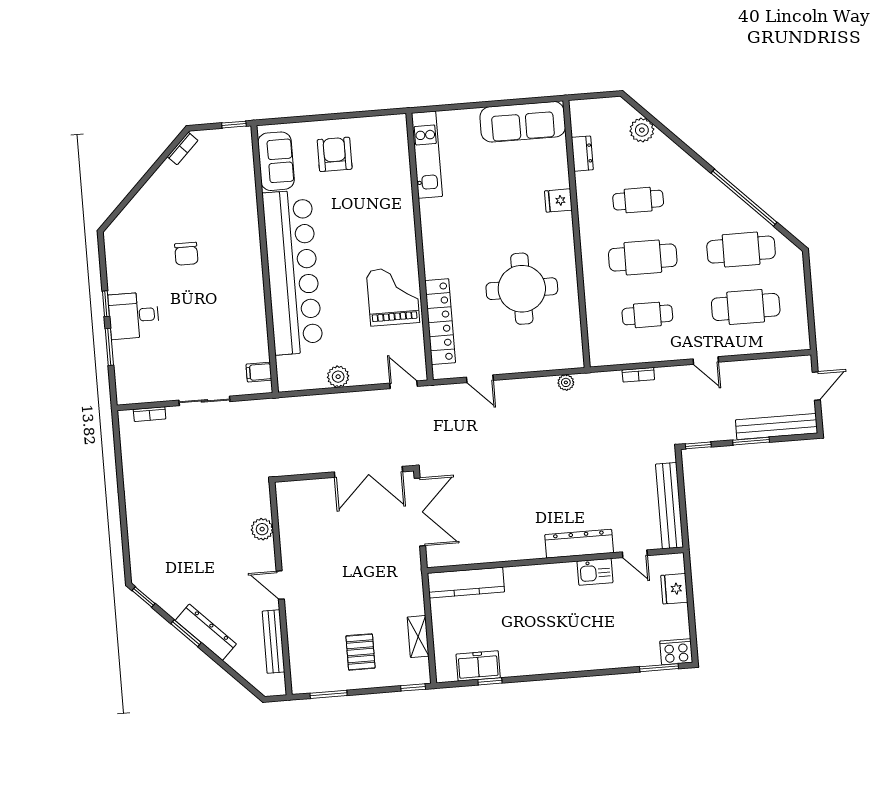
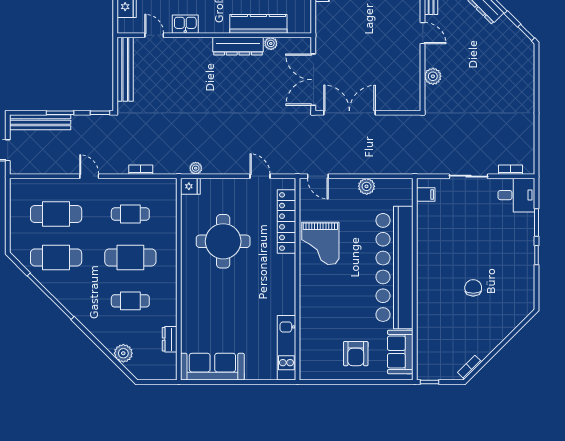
fridge: (558, 201) -> (190, 186), moved
desk: (134, 315) -> (516, 195), moved
dresser: (579, 544) -> (238, 46), moved
plant: (480, 555) -> (271, 43), added
kitchen counter: (466, 583) -> (258, 24), moved

